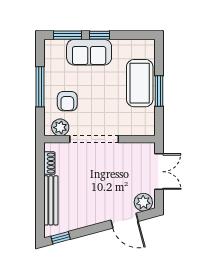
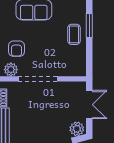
coffee table: (140, 83) -> (74, 34), width x0.54, depth x0.58
window: (159, 91) -> (89, 26), moved

